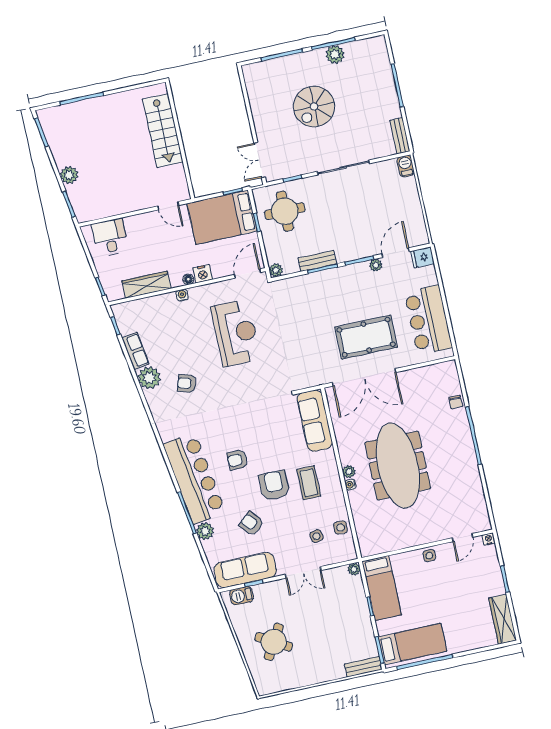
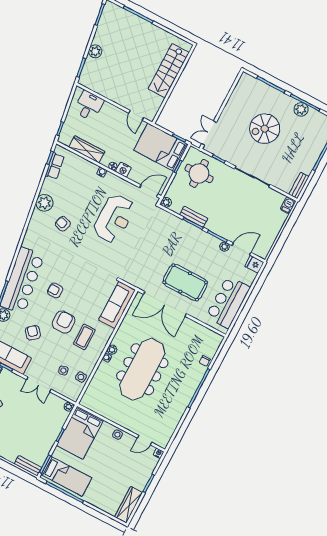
row of seats: (136, 351) -> (55, 166), moved
bed: (382, 588) -> (80, 433), width x1.50

